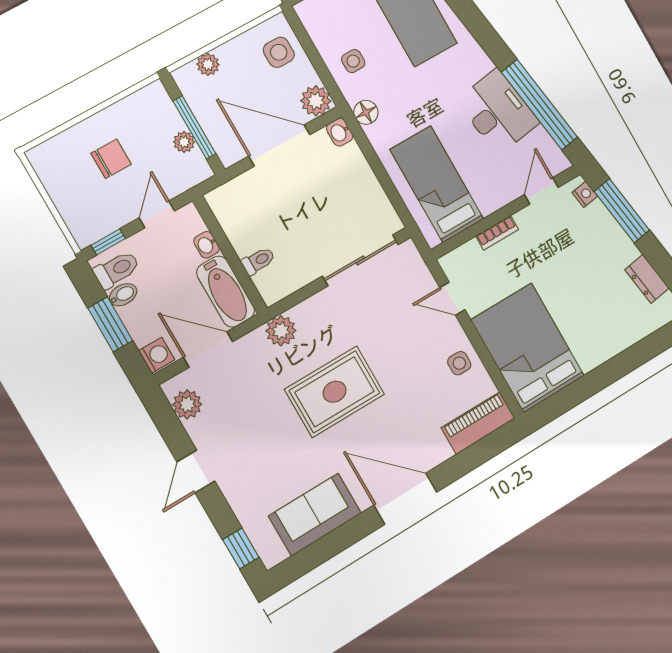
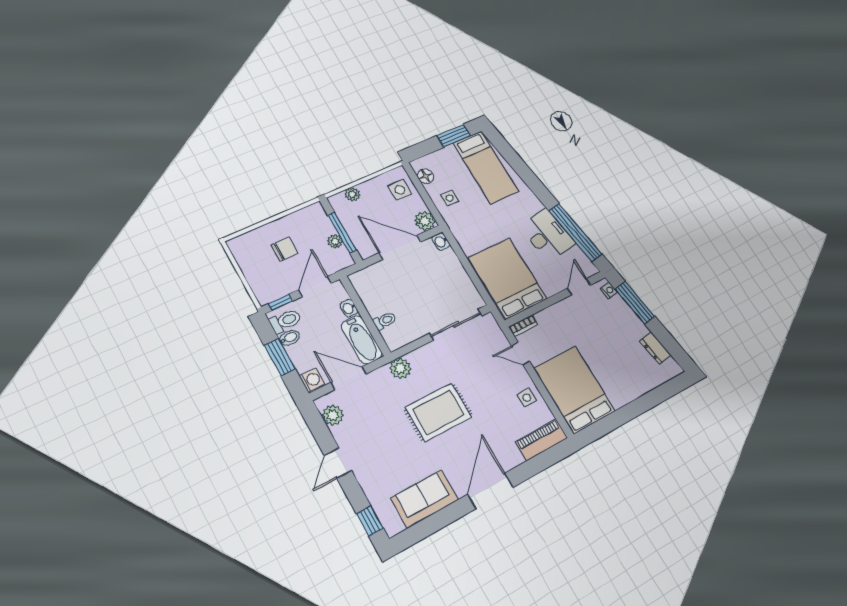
floor lamp: (366, 112) -> (426, 176), moved
bed: (437, 184) -> (508, 278), width x1.50
door: (157, 214) -> (315, 286), width x1.38
bookcase: (497, 233) -> (523, 326), moved
door: (405, 499) -> (491, 491), hinge flipped

